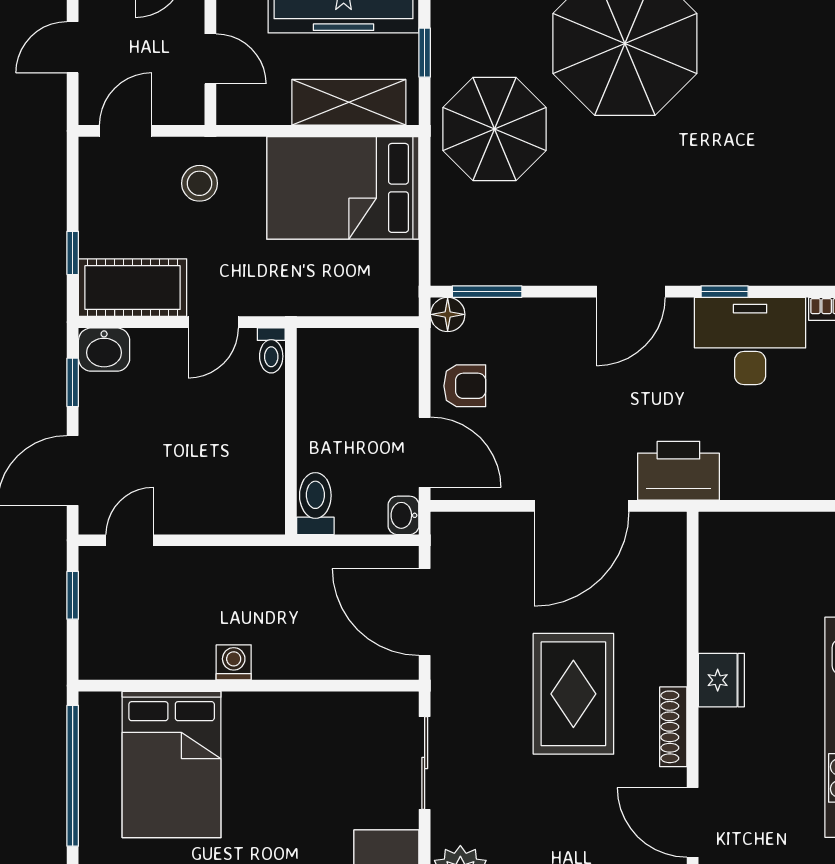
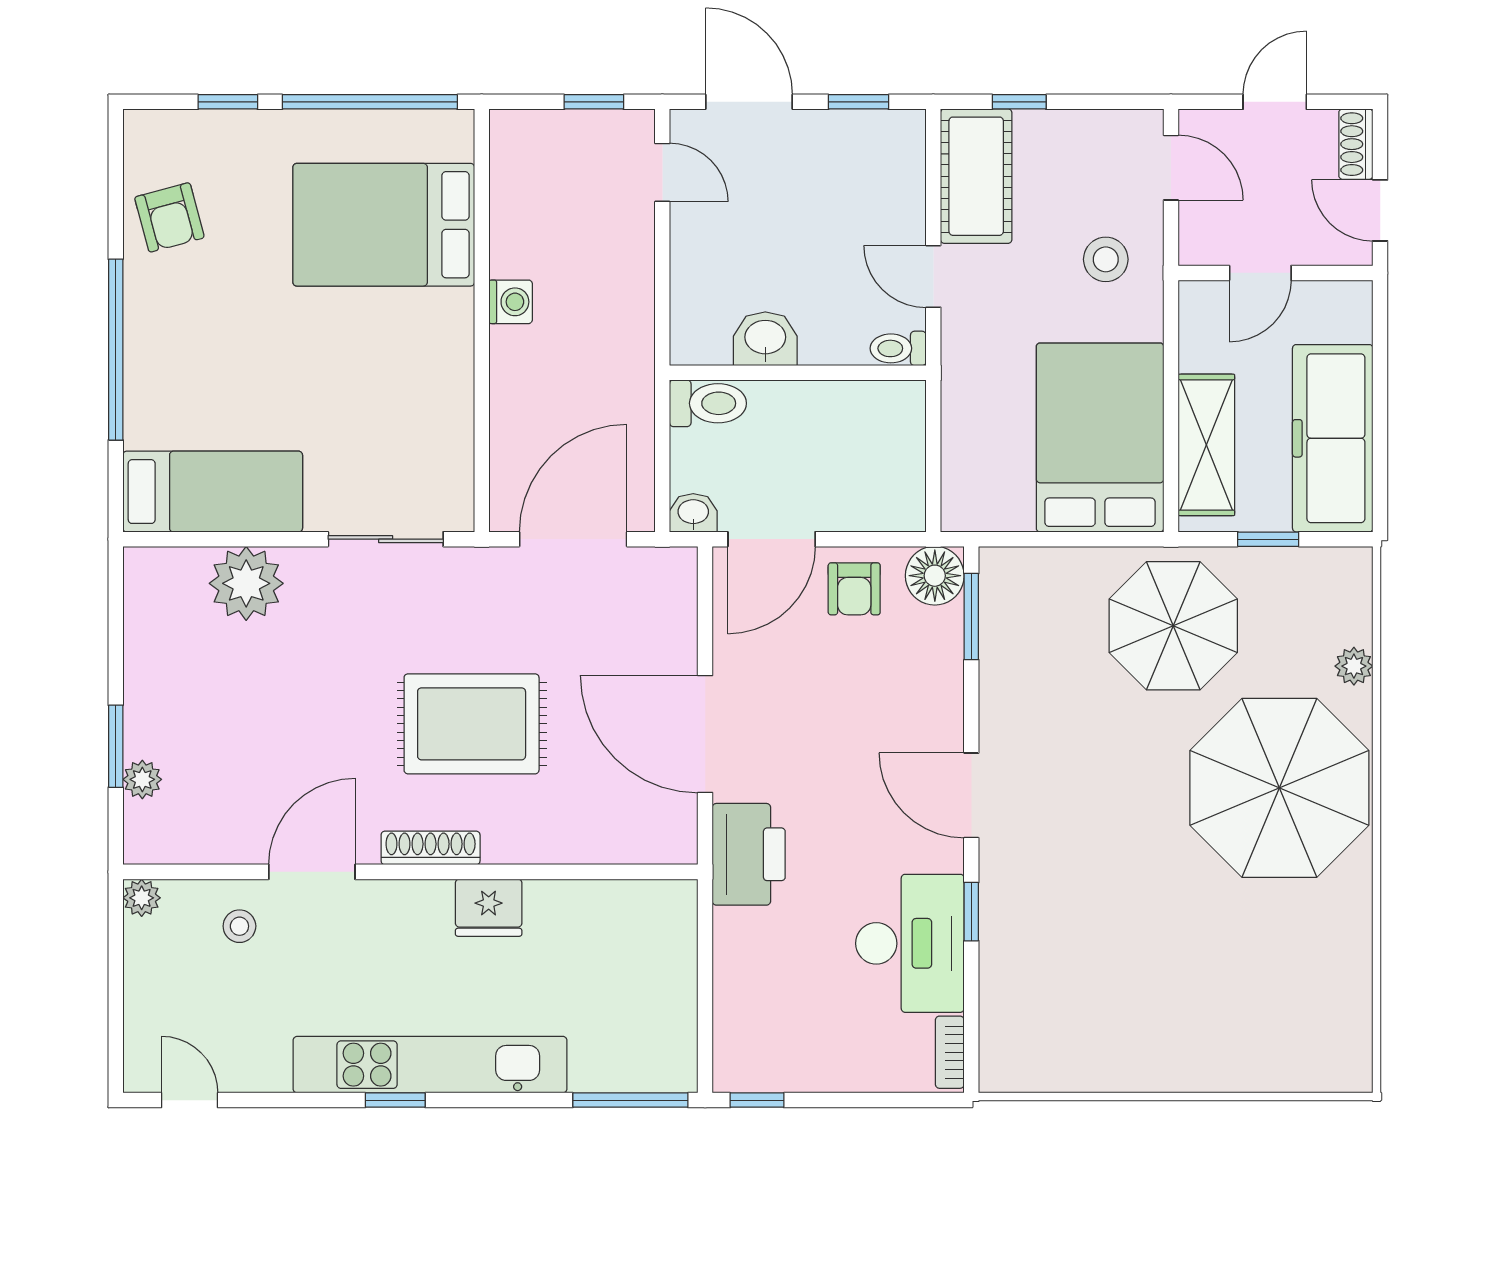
door: (73, 47) -> (1275, 102), hinge flipped
floor lamp: (448, 314) -> (935, 576), width x1.38, depth x1.38
washbasin: (104, 350) -> (765, 339), moved, turned 90

